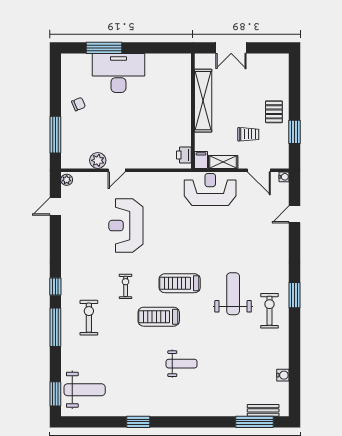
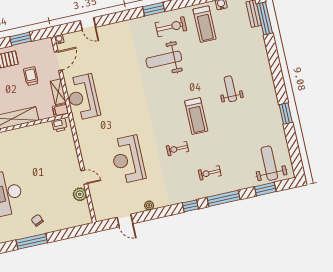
window: (55, 135) -> (32, 241), moved
plant: (67, 180) -> (149, 205), moved
reception desk: (126, 226) -> (128, 159), turned 90
treadmill: (180, 283) -> (205, 24), moved
exercise bike: (269, 311) -> (171, 27), turned 180
exercise bike: (89, 318) -> (210, 173), width x0.73, depth x0.72
window: (55, 394) -> (265, 189), moved

